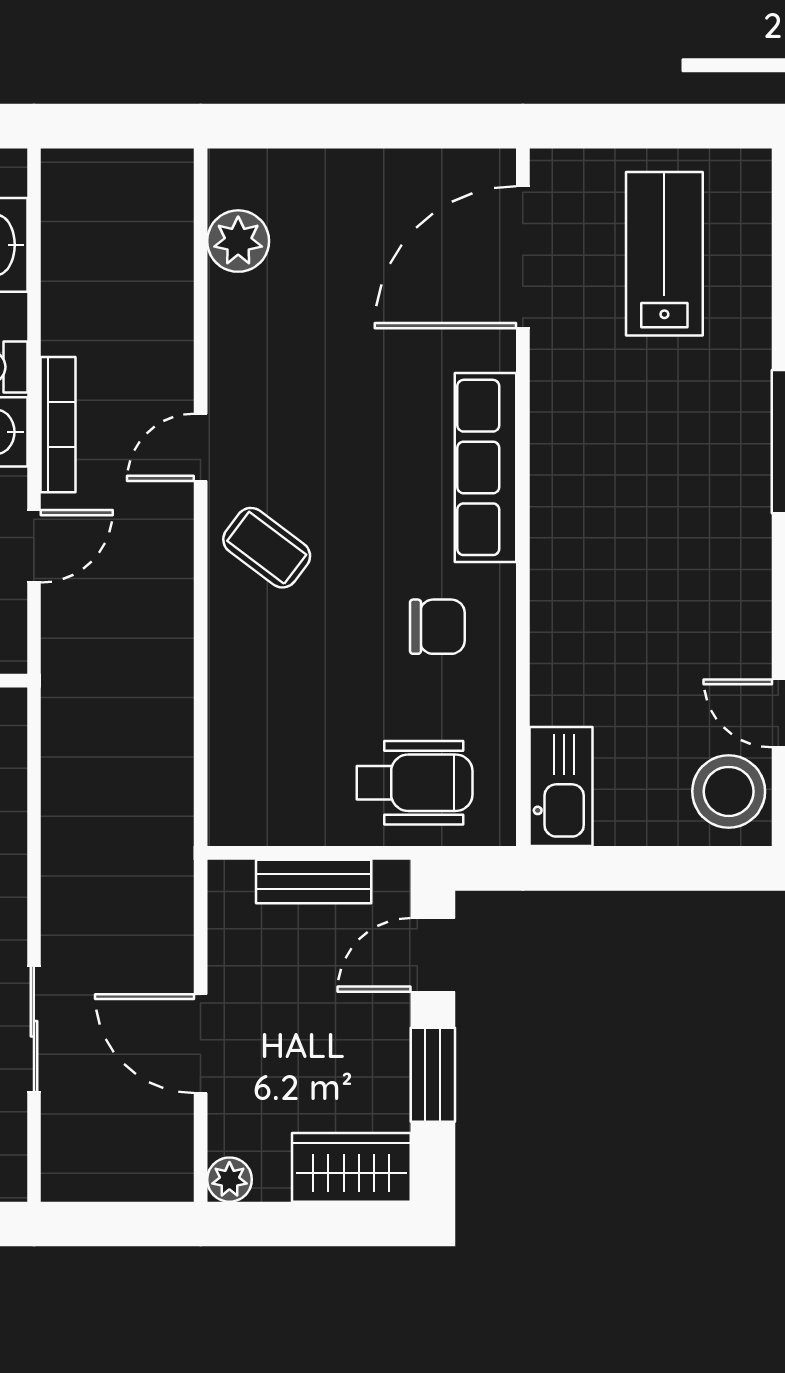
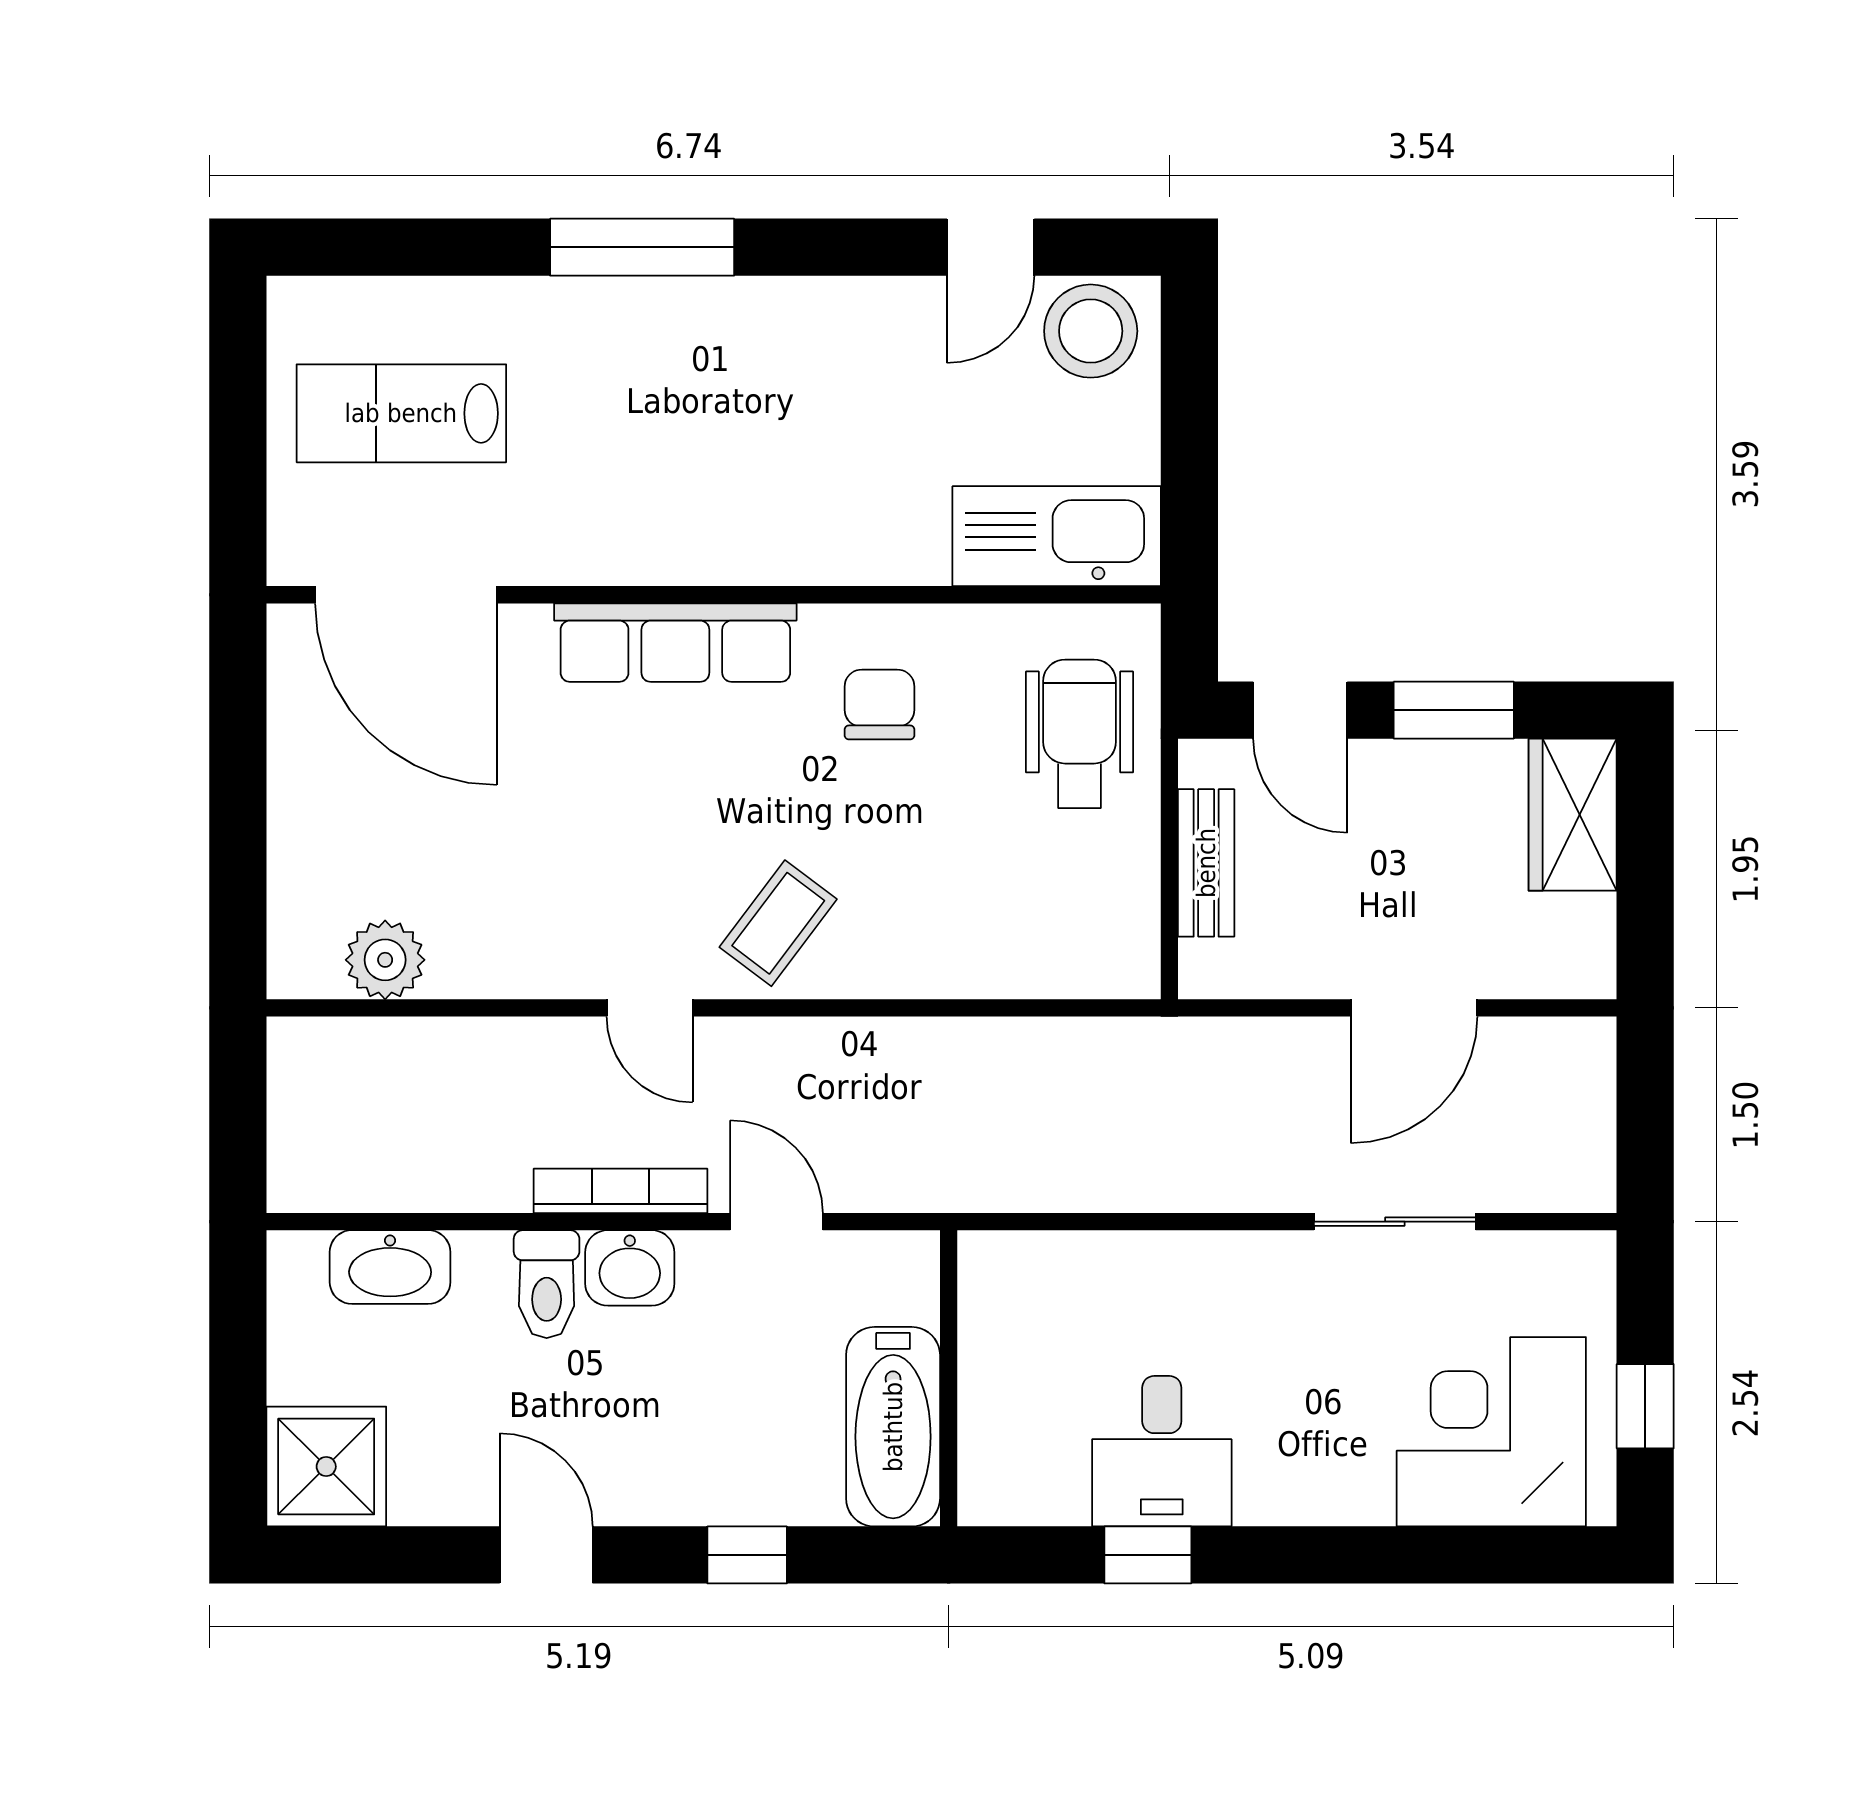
kitchen sink: (561, 787) -> (1057, 536), width x1.36, depth x1.24
plant: (229, 1180) -> (1588, 971), removed

